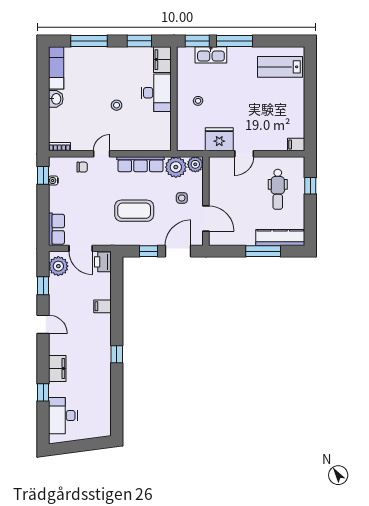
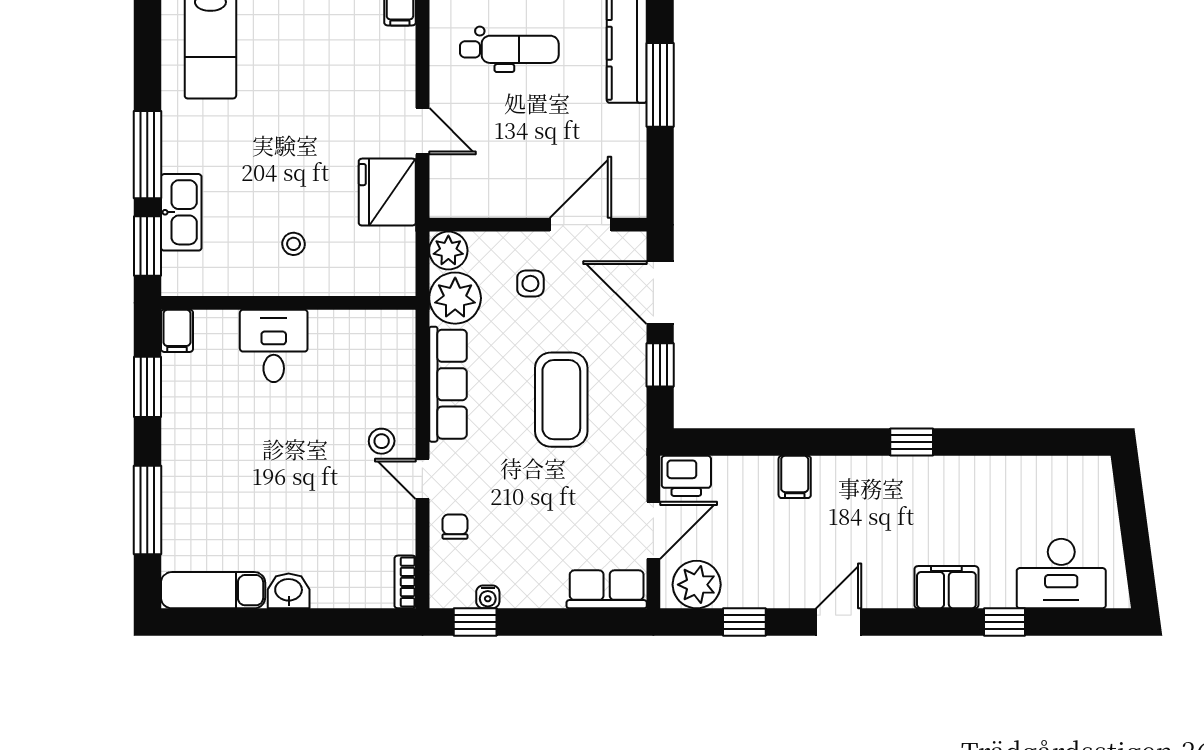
filing cabinet: (162, 60) -> (177, 331), width x0.50
desk: (156, 93) -> (274, 346), width x0.73
stool: (117, 105) -> (382, 441), moved

